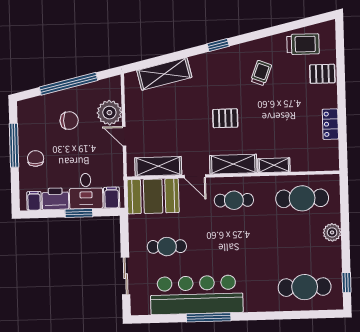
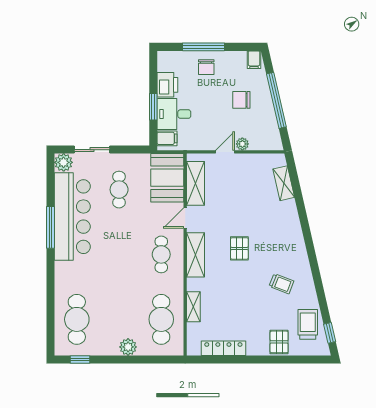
trolley: (303, 44) -> (308, 324), turned 180
window: (218, 45) -> (330, 333), moved
shelving: (164, 74) -> (284, 183), width x0.67, depth x0.75
plant: (109, 113) -> (242, 144), width x0.53, depth x0.53
chair: (69, 121) -> (241, 100), turned 90
locker: (330, 124) -> (223, 348), width x1.53
window: (14, 145) -> (203, 47), moved
chair: (36, 158) -> (206, 67), turned 90
shelving: (274, 165) -> (193, 307), moved
filing cabinet: (34, 201) -> (254, 60), moved, turned 90
plant: (140, 306) -> (64, 162), added

